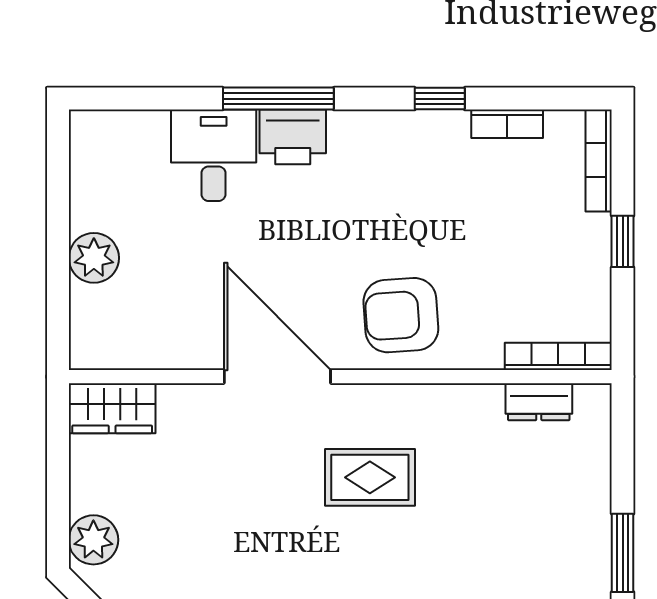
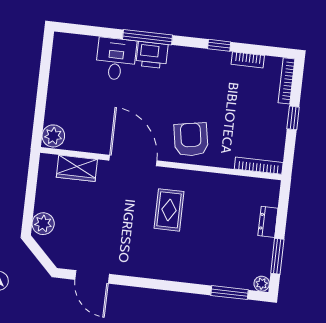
plant: (94, 258) -> (53, 136), moved
armchair: (401, 315) -> (191, 139), turned 84
dresser: (539, 402) -> (268, 222), moved, turned 90
wardrobe: (112, 408) -> (77, 168), moved
rug: (370, 477) -> (169, 210), turned 90

